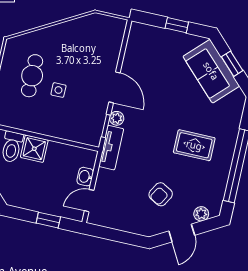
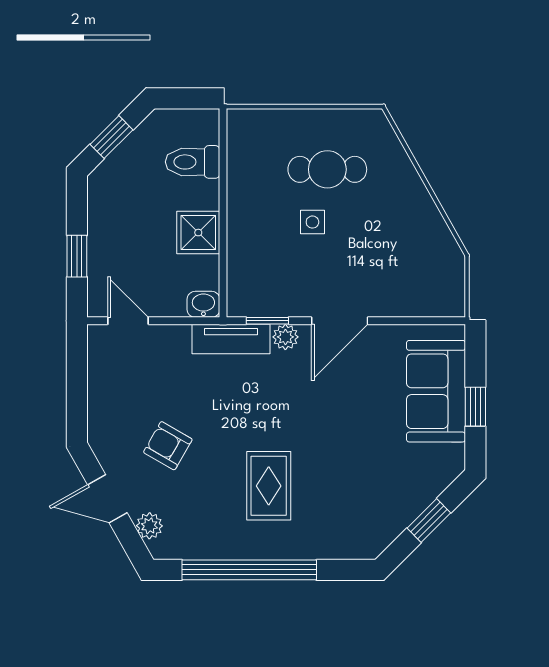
sofa: (211, 71) -> (436, 391), moved, turned -45
shower: (34, 149) -> (198, 233), moved
washbasin: (85, 177) -> (203, 304), moved

